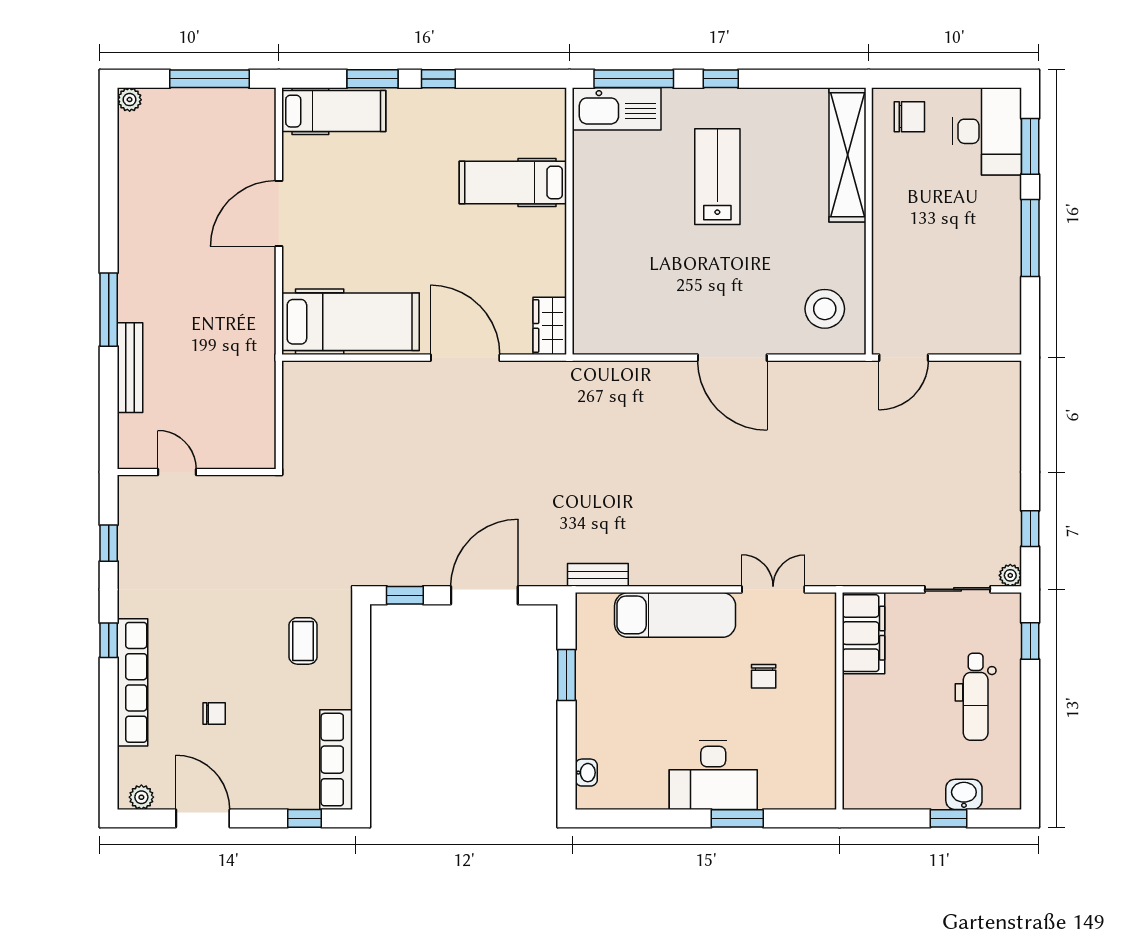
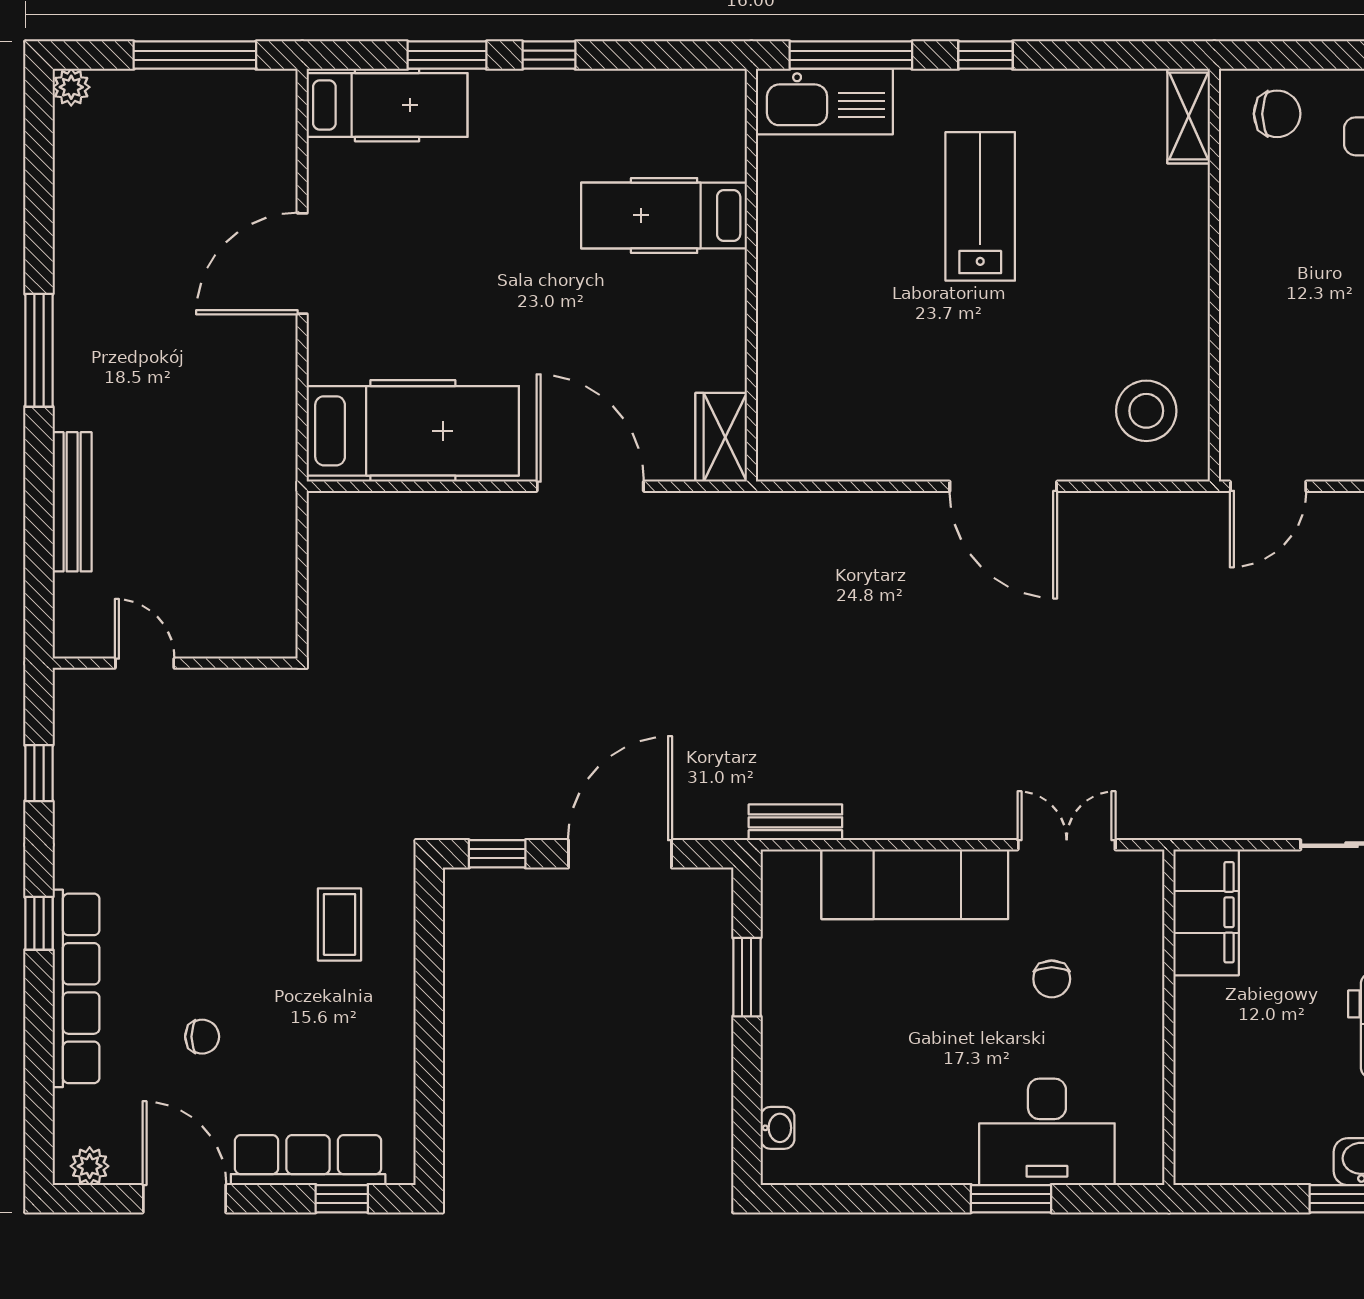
shelving: (847, 155) -> (1189, 116), width x0.45, depth x0.75
window: (109, 310) -> (39, 350), moved
row of seats: (336, 760) -> (308, 1160), moved, turned 90
desk: (713, 775) -> (1047, 1132), moved

